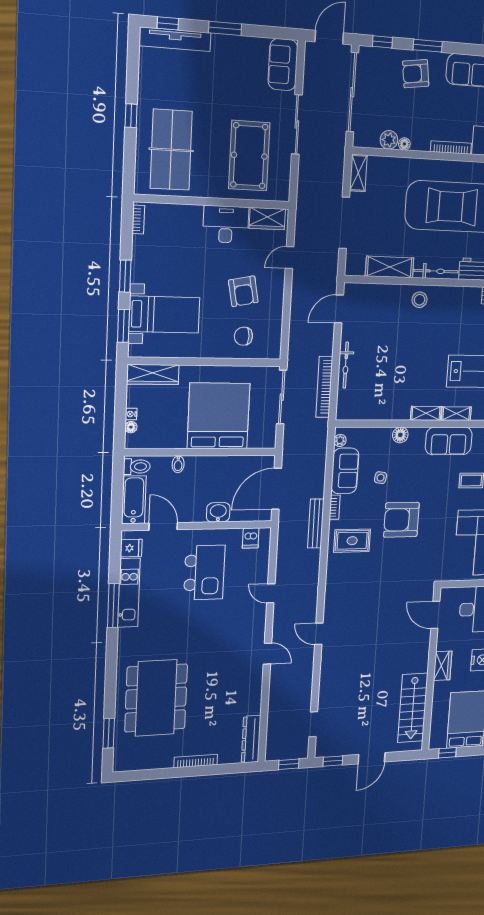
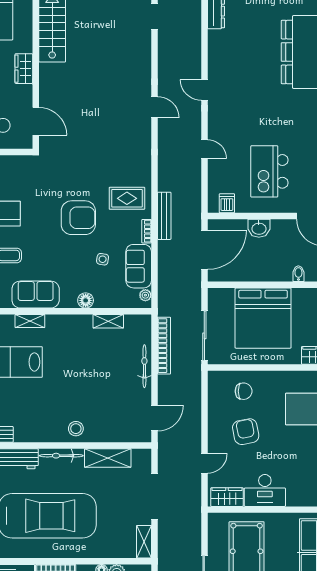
shelving: (426, 413) -> (108, 321), moved

